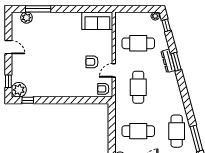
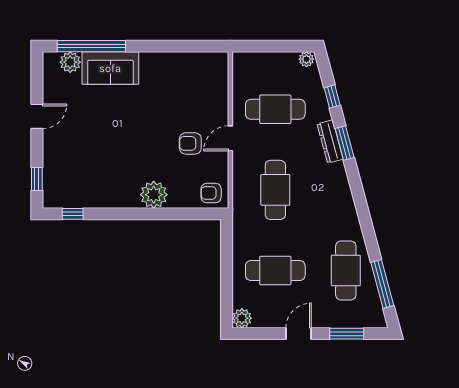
window: (38, 9) -> (91, 46), width x1.46
sofa: (97, 21) -> (110, 68), moved
window: (166, 25) -> (332, 96), moved
door: (8, 47) -> (37, 116), hinge flipped
door: (114, 70) -> (230, 138), moved
plant: (19, 90) -> (154, 195), moved

